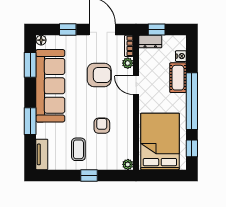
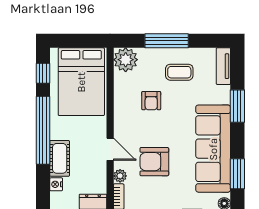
coffee table: (78, 149) -> (179, 72), turned 90
plant: (128, 164) -> (126, 60), width x1.87, depth x1.87
window: (89, 175) -> (167, 41), width x2.17

